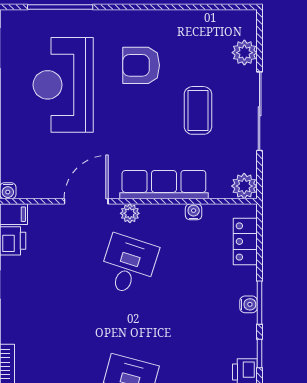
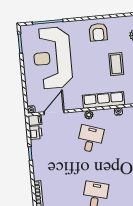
armchair: (141, 65) -> (98, 32), moved, turned -90
reception desk: (63, 85) -> (52, 58), width x1.36, depth x1.30
door: (86, 201) -> (54, 112), moved

